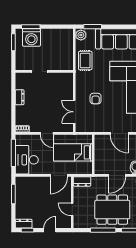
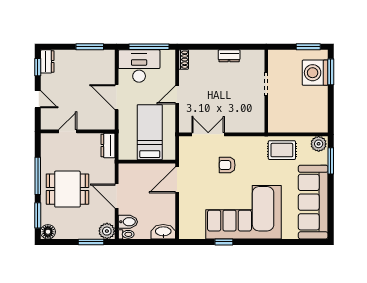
door: (119, 133) -> (177, 180), moved
door: (59, 175) -> (117, 97), moved
dining table: (112, 210) -> (67, 189), width x0.73

